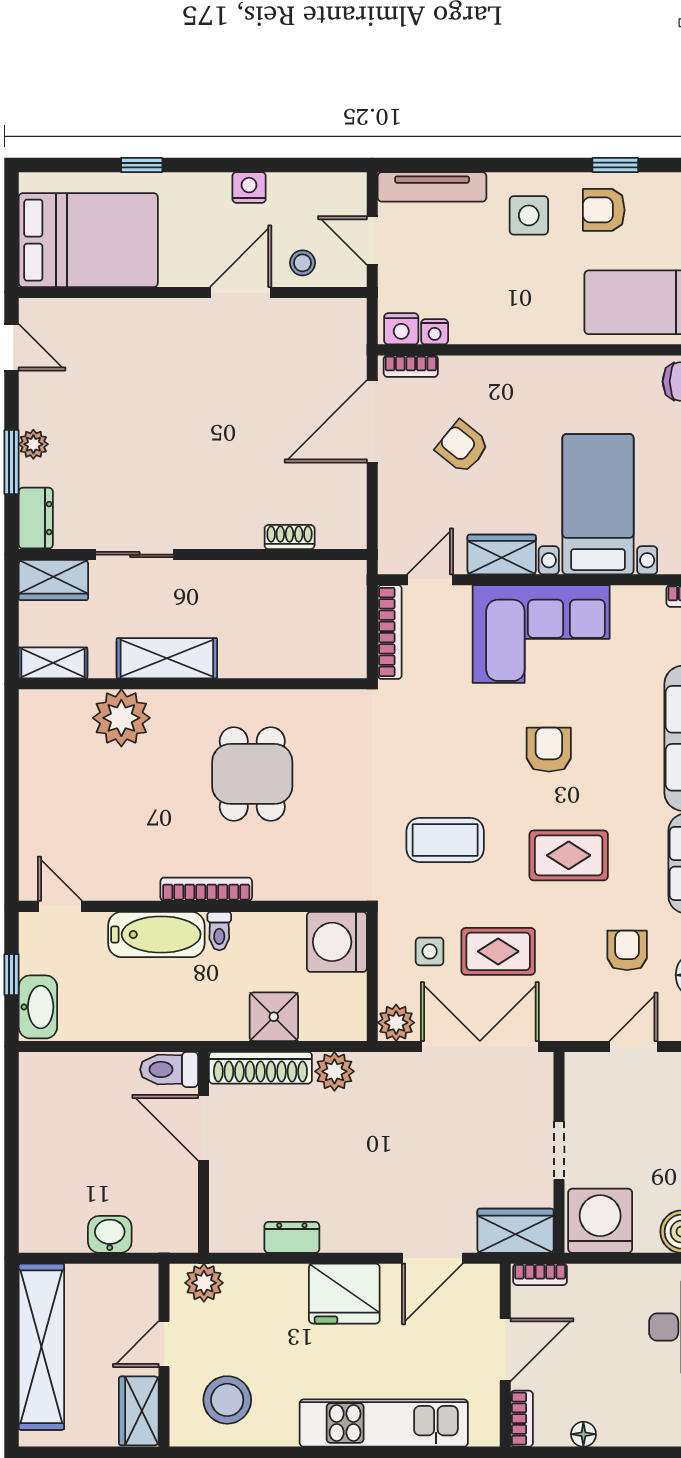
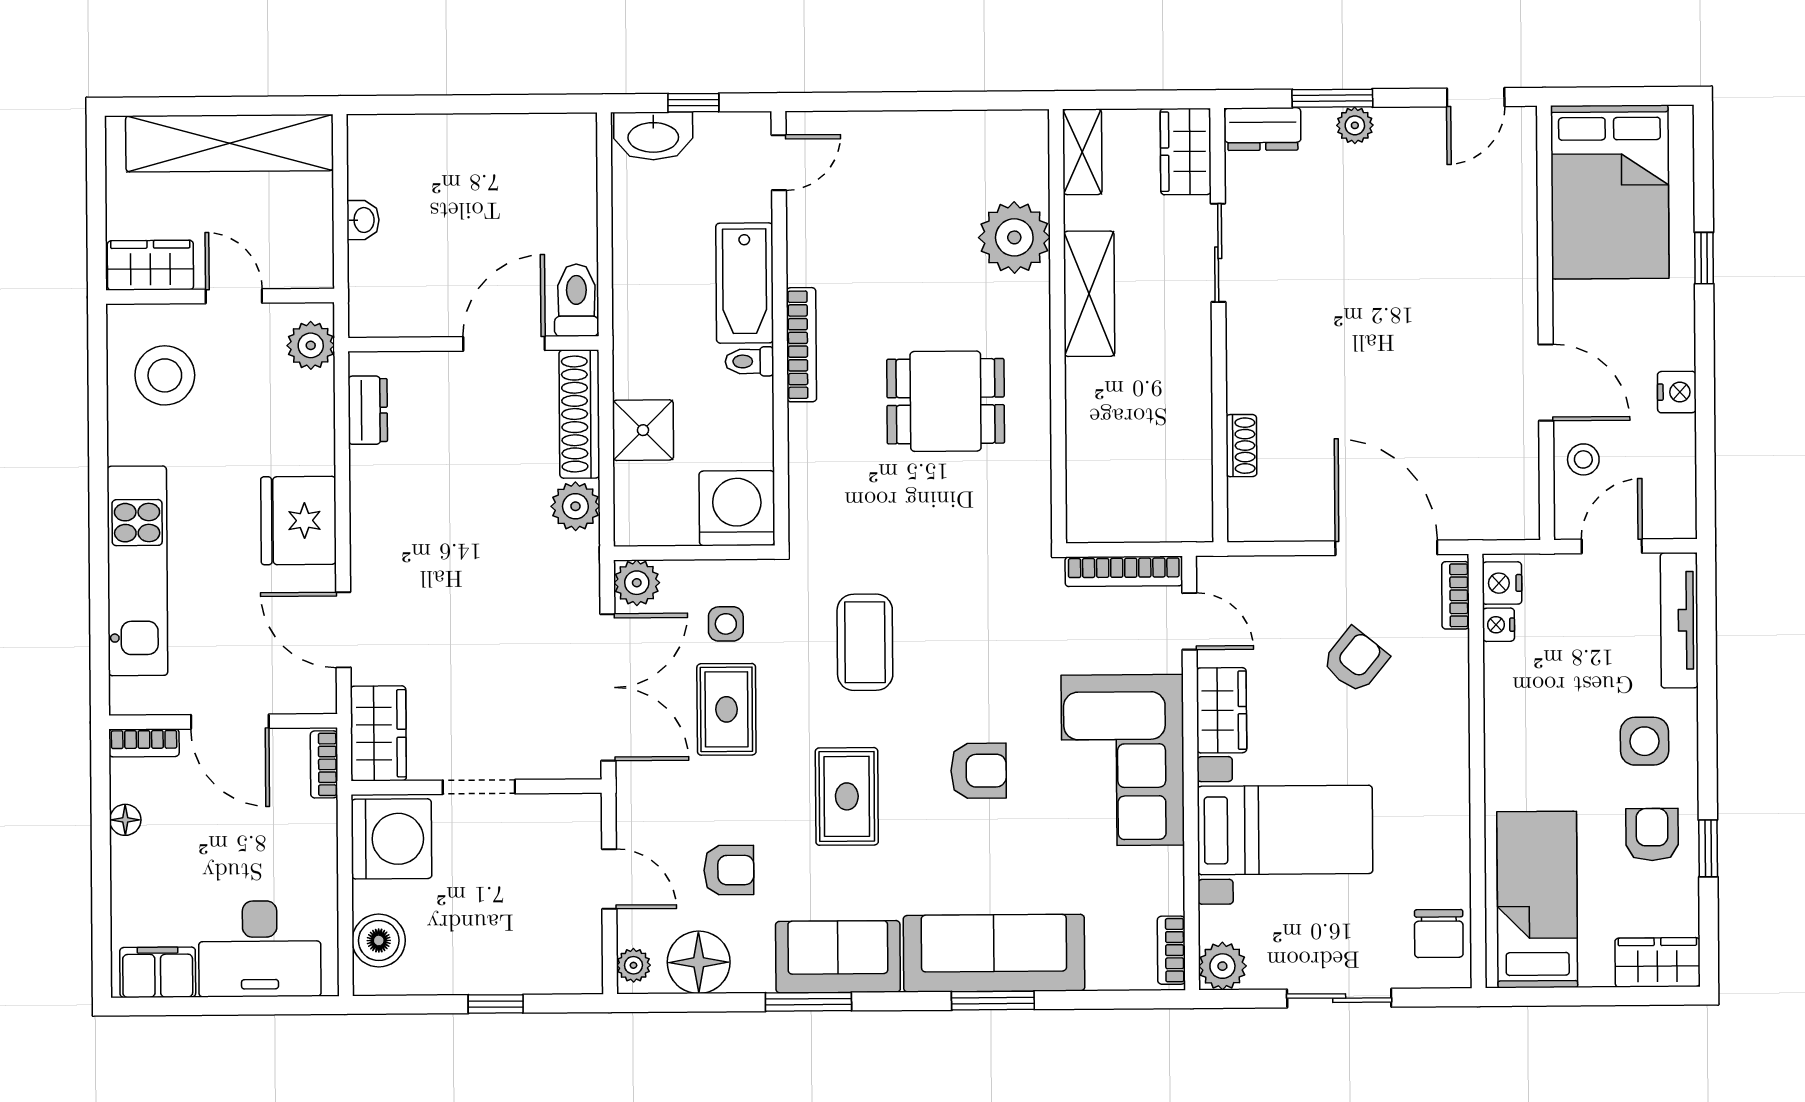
washbasin: (110, 1234) -> (363, 220), width x0.72, depth x0.69
dresser: (292, 1237) -> (368, 410), moved

